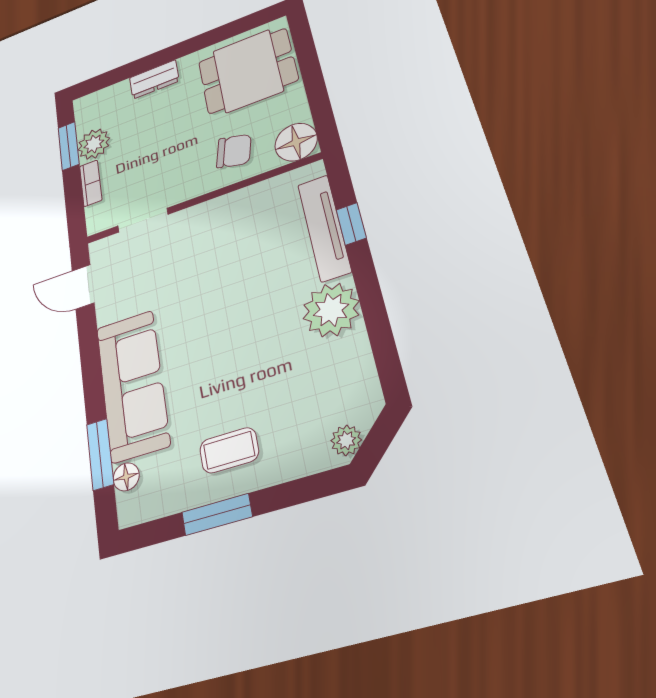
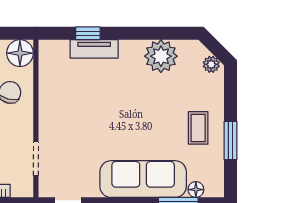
tv unit: (324, 228) -> (94, 49), width x0.71
plant: (331, 310) -> (161, 56), moved

